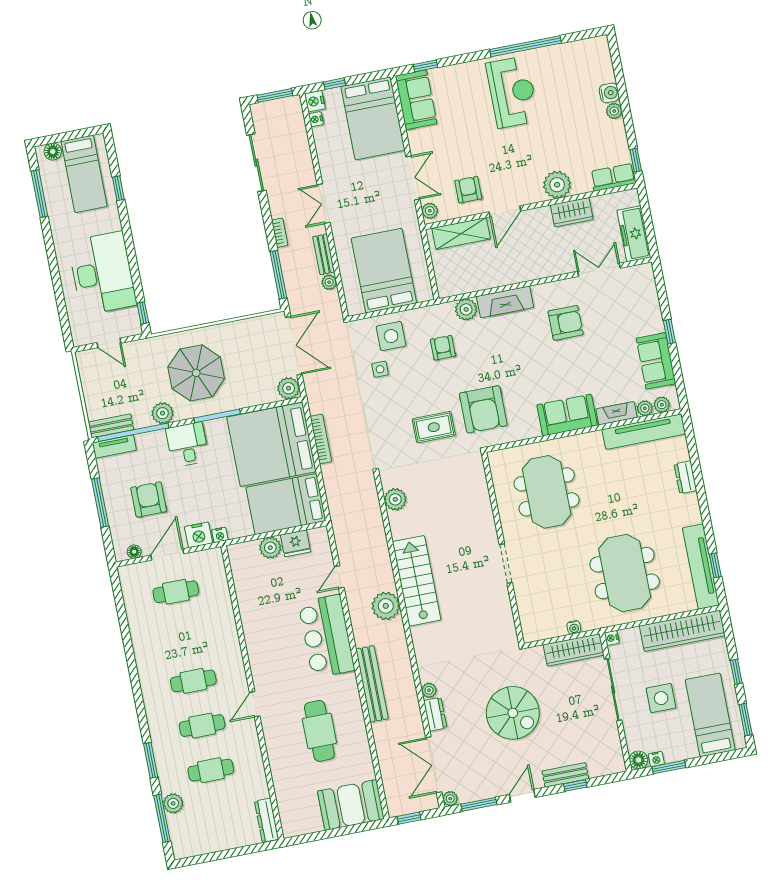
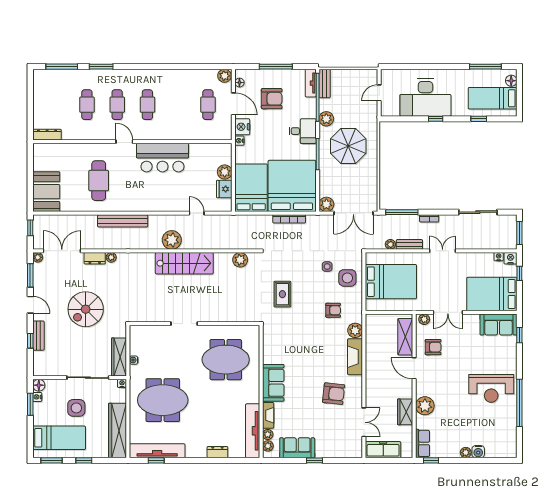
window: (143, 313) -> (436, 119), moved
armchair: (566, 323) -> (334, 394), turned -84
armchair: (483, 409) -> (288, 329), removed
bar counter: (326, 636) -> (162, 158), moved, turned 180
cafe table: (319, 731) -> (99, 181), turned 90
plant: (173, 803) -> (224, 76), moved

